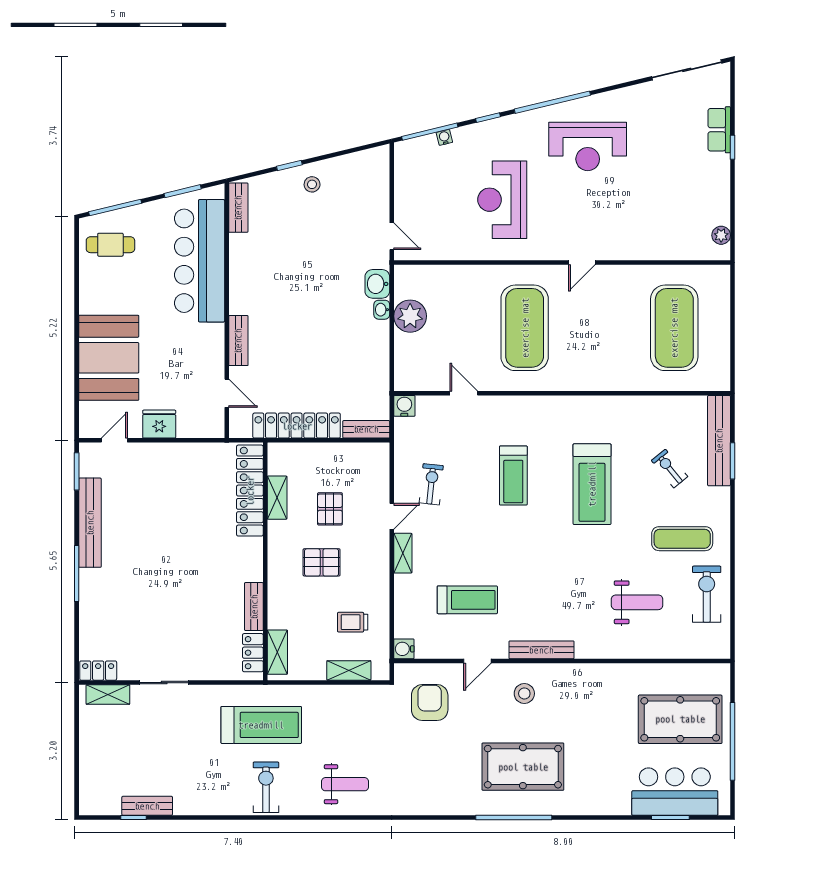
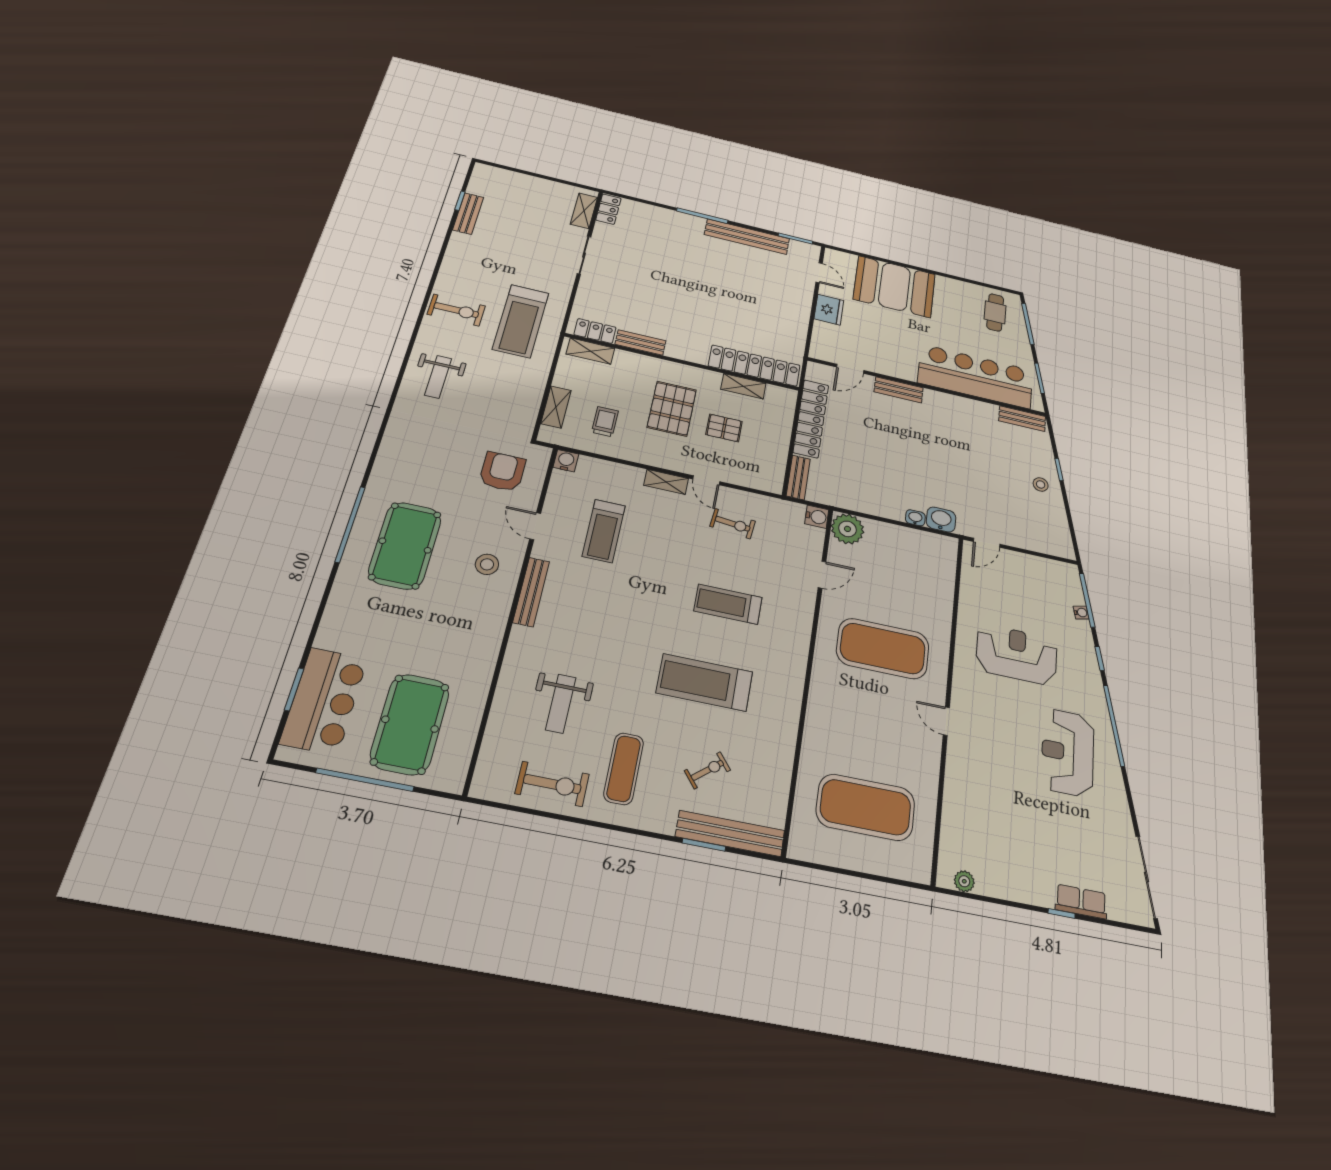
plant: (410, 316) -> (847, 529), moved
pallet: (322, 562) -> (672, 409), width x1.50, depth x1.42
armchair: (430, 703) -> (502, 472), turned -90

